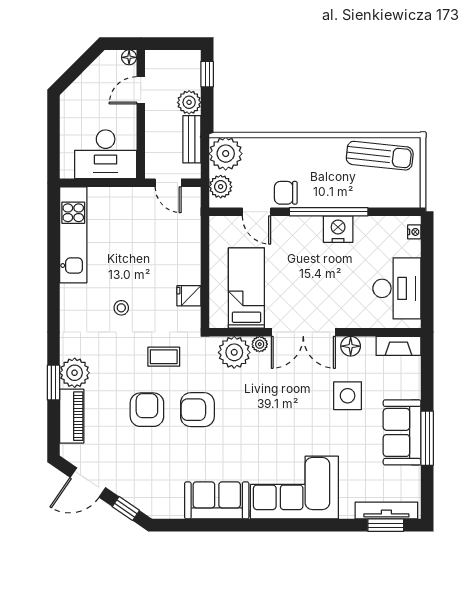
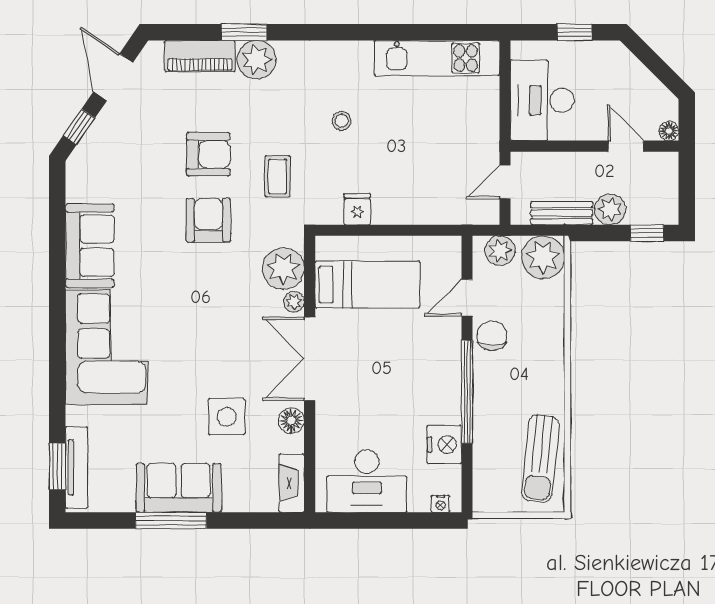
window: (53, 129) -> (575, 32), added
nightstand: (338, 229) -> (444, 445), moved

